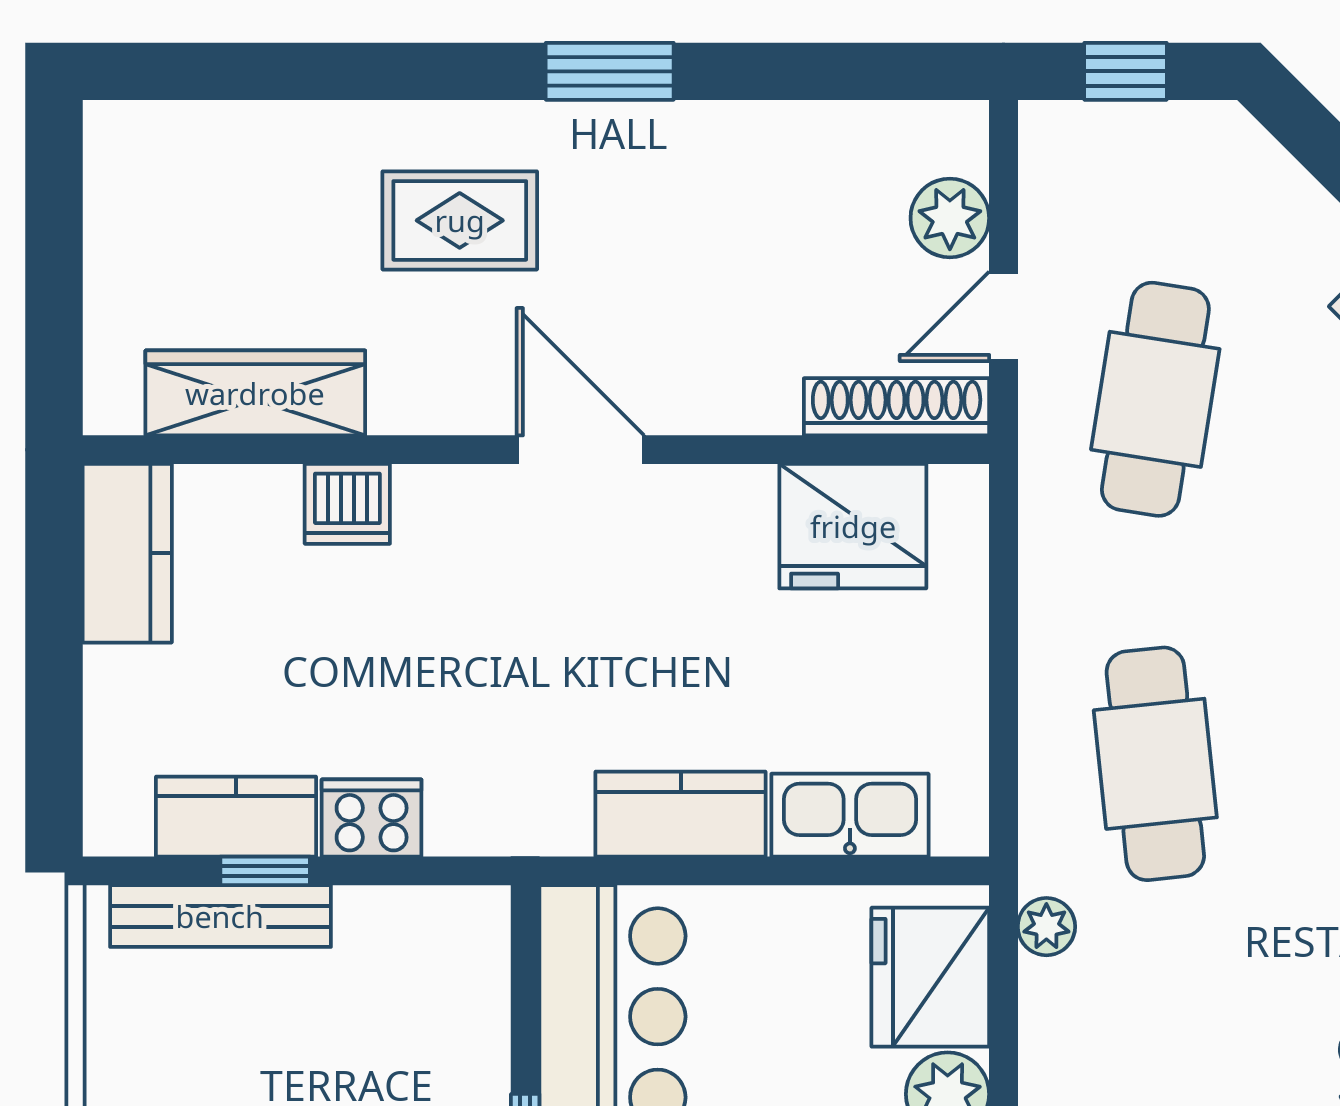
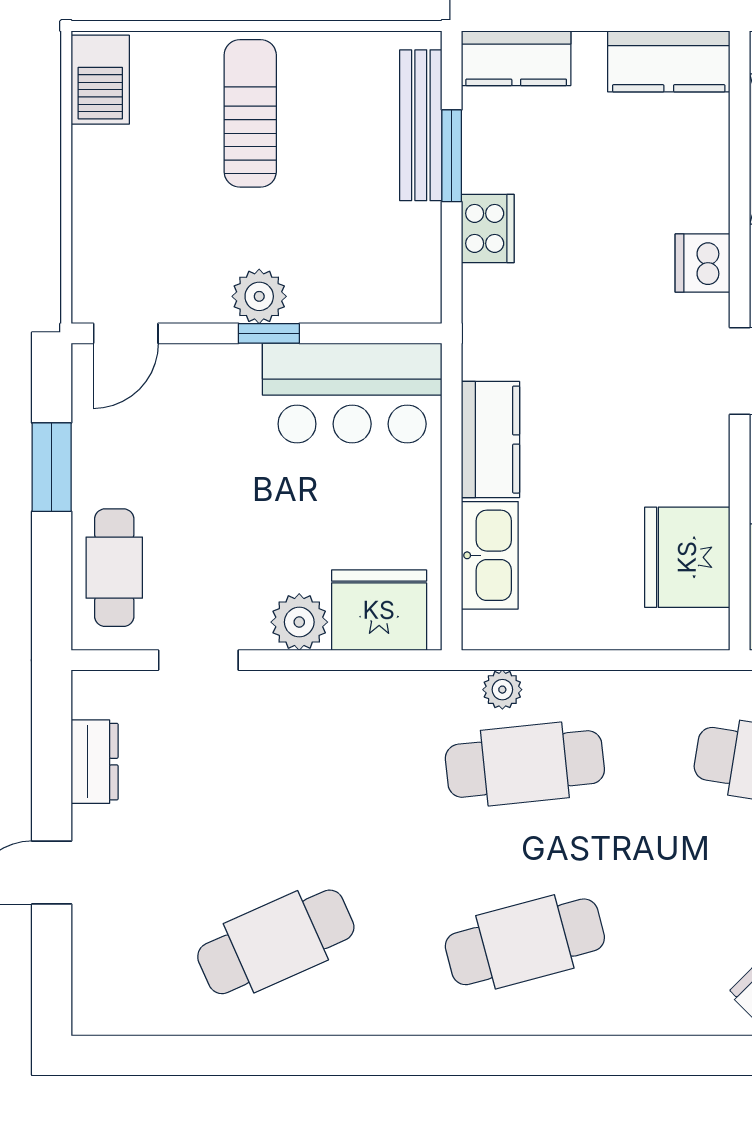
dishwasher: (347, 504) -> (702, 263), moved
kitchen counter: (236, 817) -> (516, 58), moved, turned 90
window: (265, 871) -> (452, 156), width x1.50
plant: (1046, 927) -> (502, 690), moved

